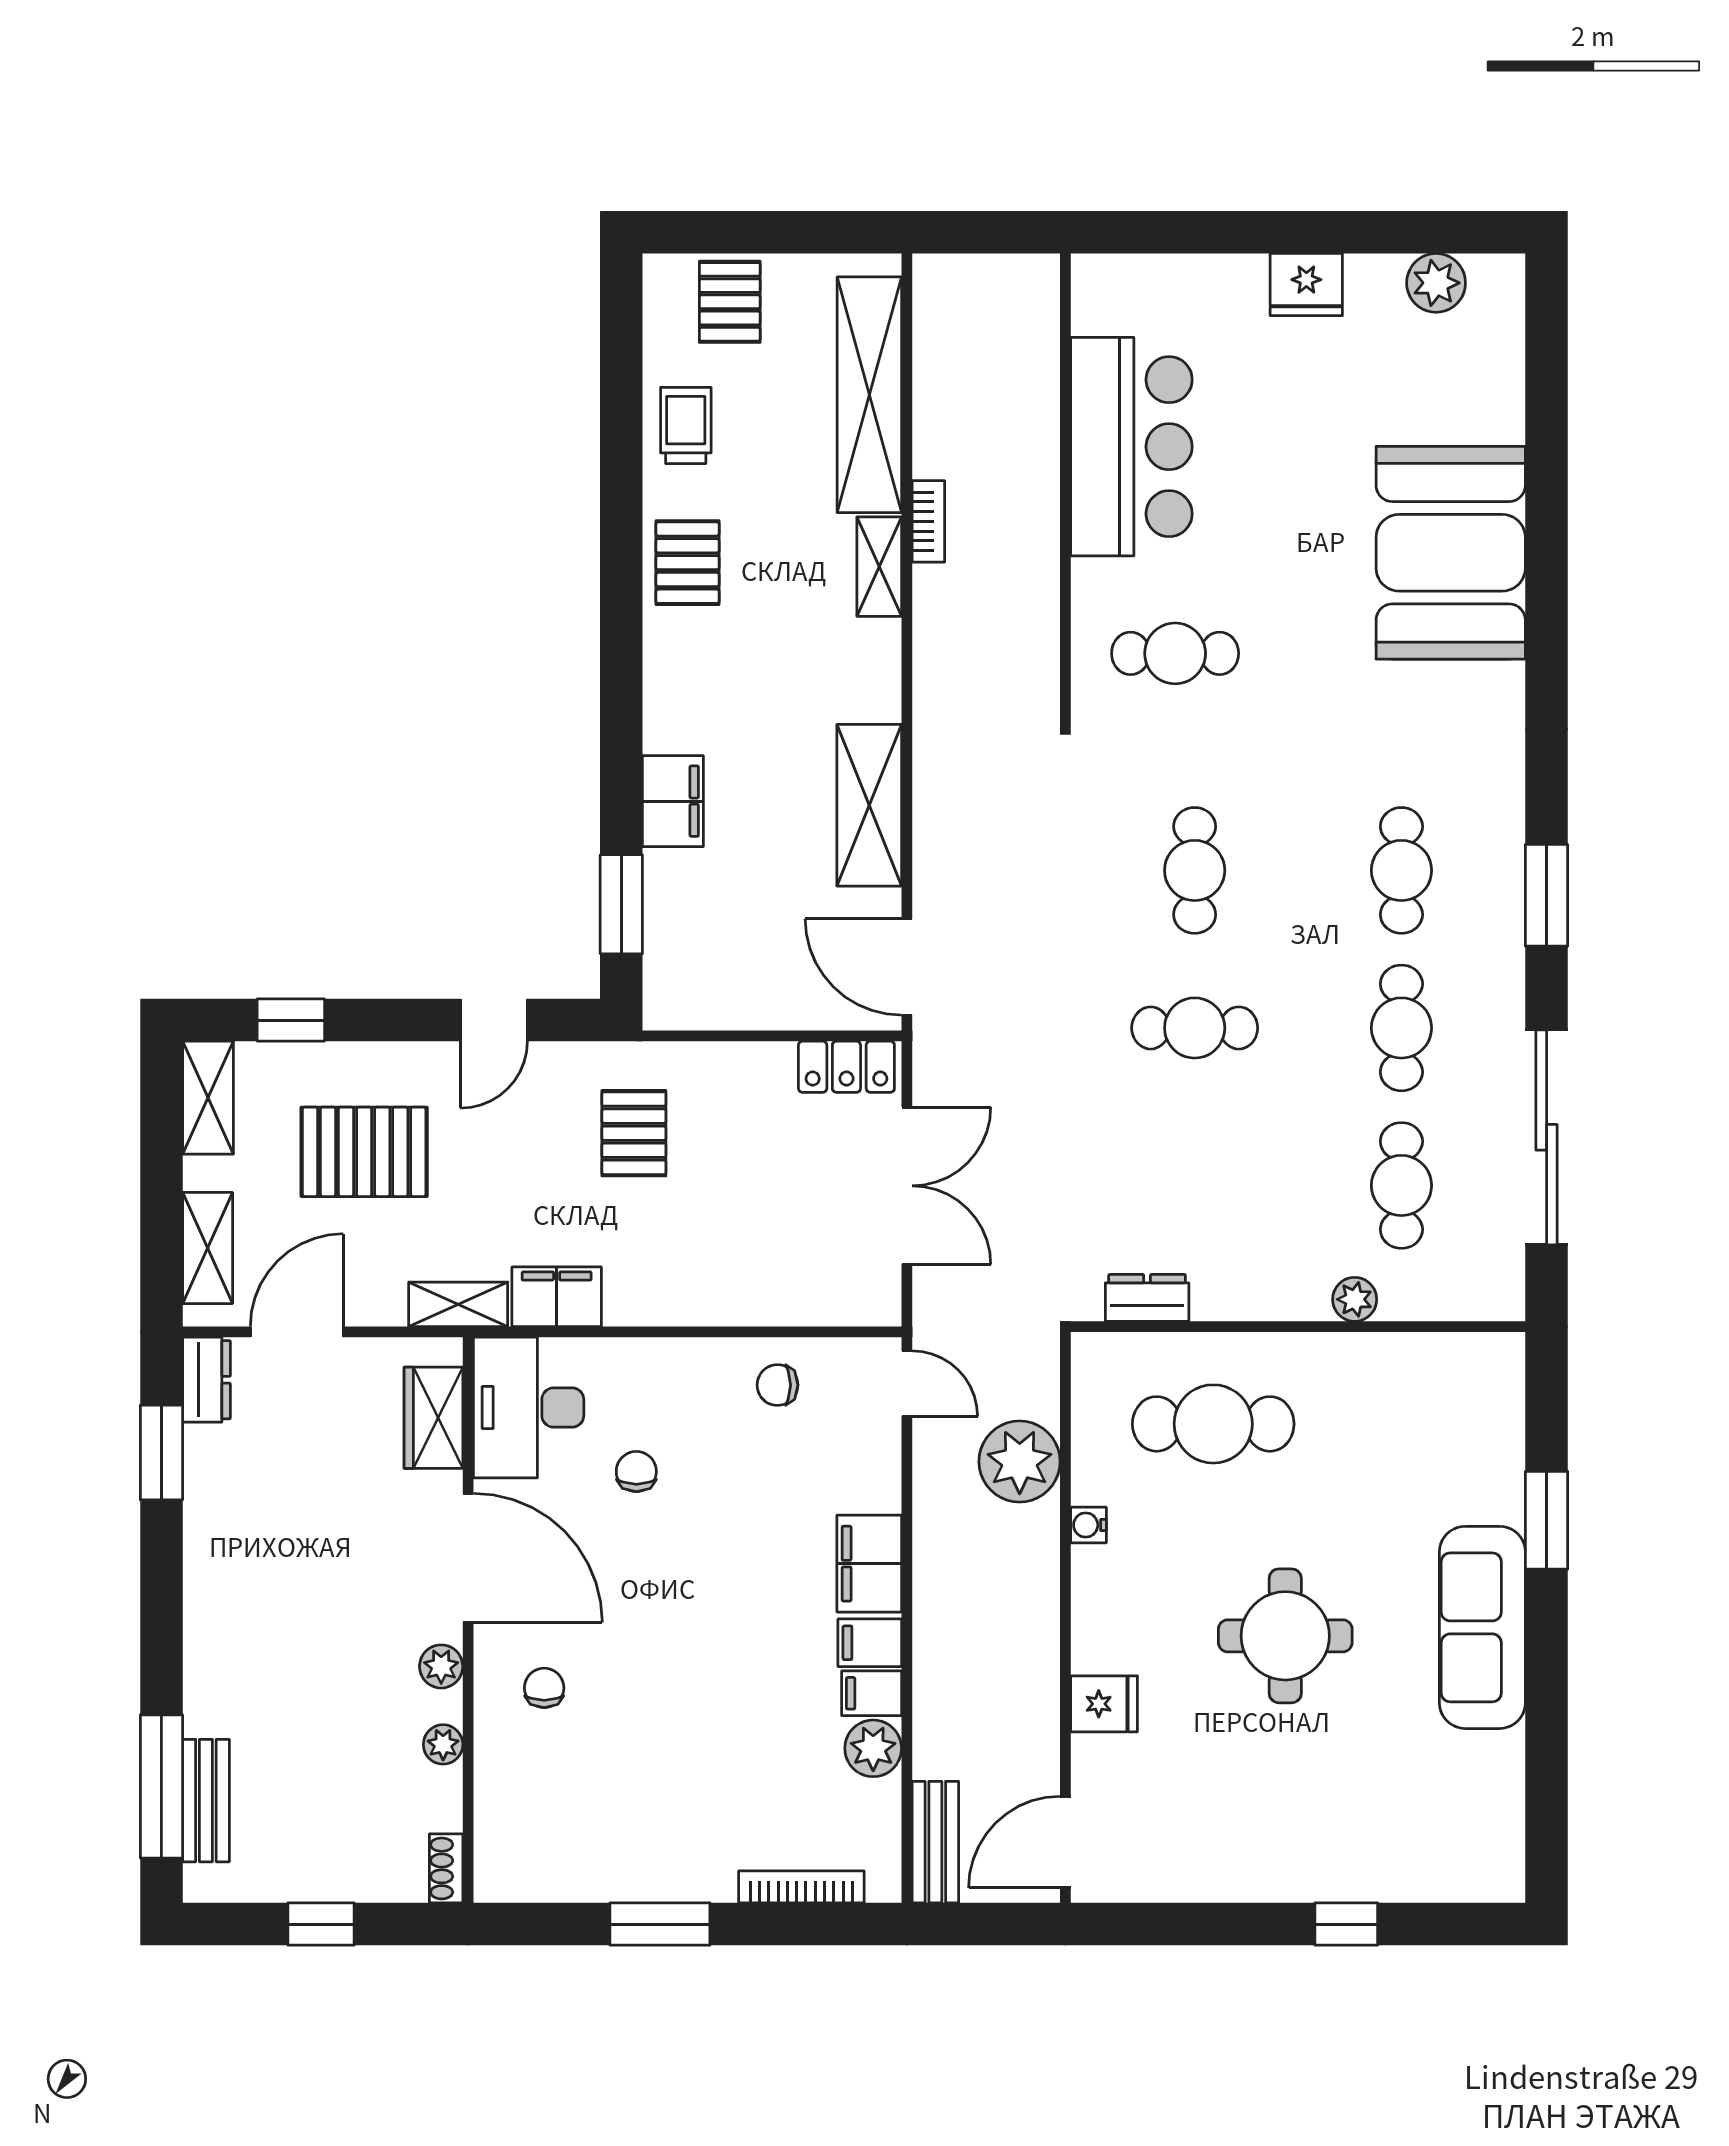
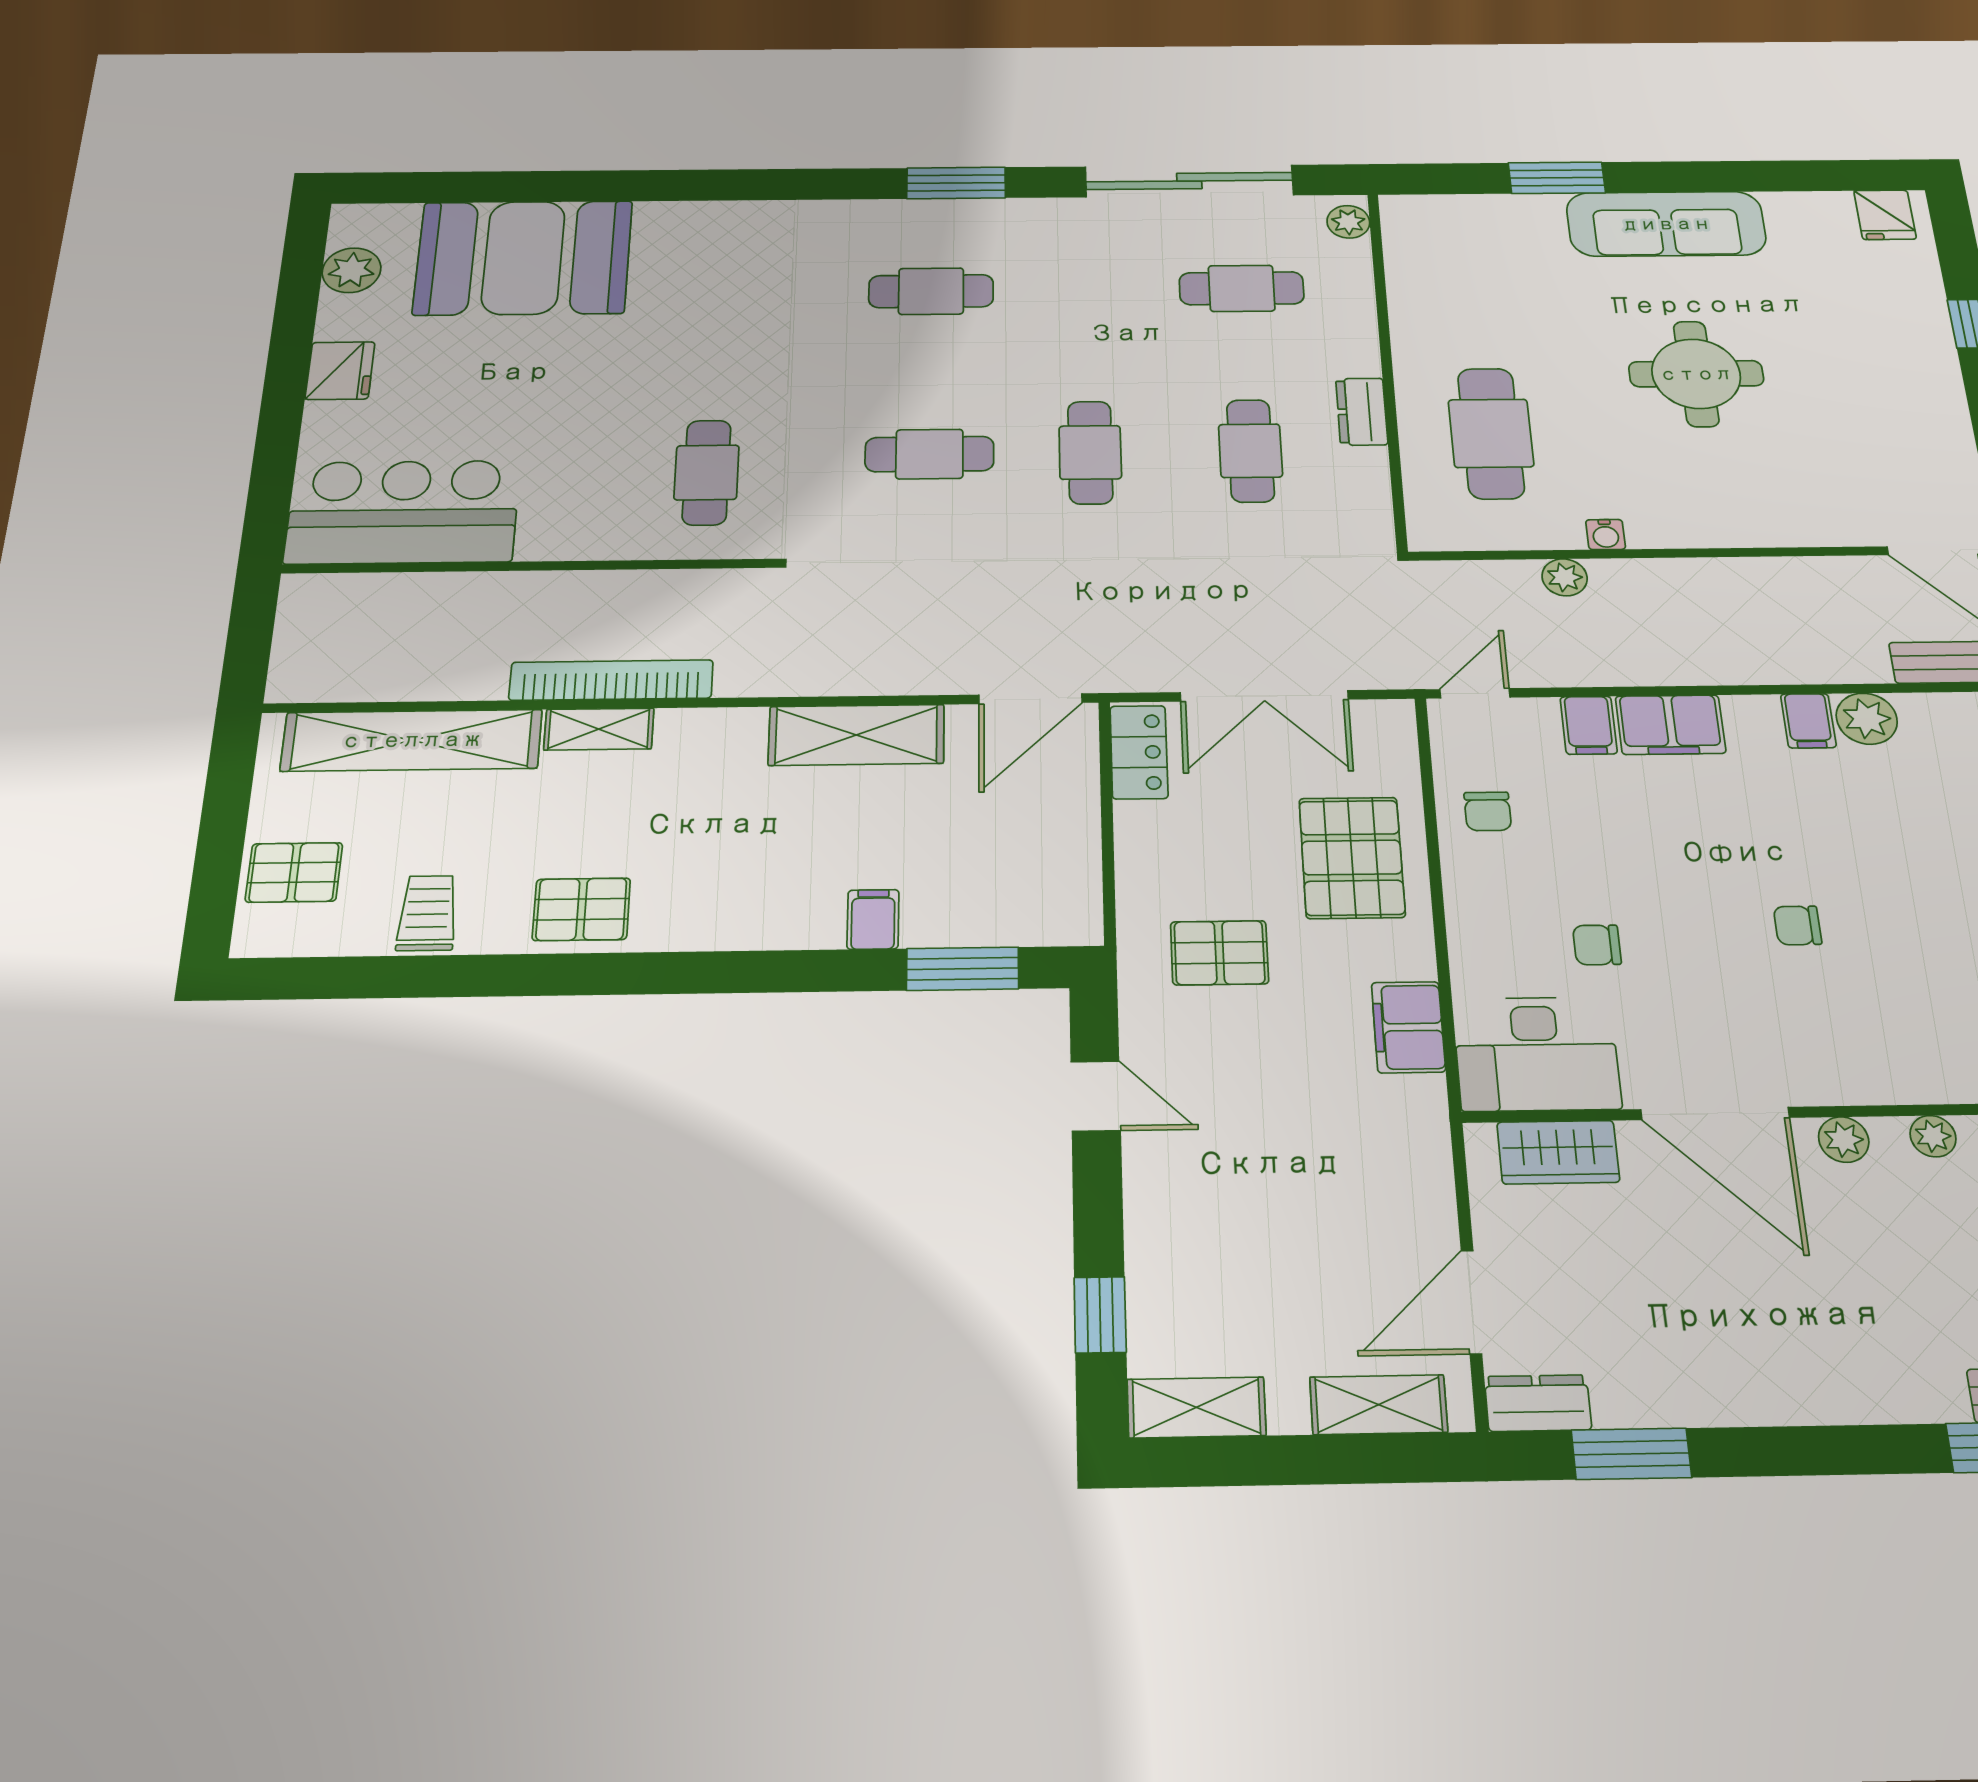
trolley: (686, 425) -> (428, 913), turned 90
bar counter: (1131, 447) -> (403, 512), moved
bookcase: (928, 521) -> (611, 680), width x2.31, depth x1.31
booth: (1451, 553) -> (523, 258), moved
filing cabinet: (673, 801) -> (873, 919), width x0.50
cafe table: (1401, 1028) -> (1250, 451), moved, turned 90
pallet: (364, 1152) -> (1352, 858), moved
double door: (907, 1186) -> (1264, 696), swing flipped
dresser: (1147, 1298) -> (1362, 412), moved
plant: (1355, 1299) -> (1348, 222), moved
shelving: (458, 1304) -> (1425, 1128), removed
door: (297, 1332) -> (1471, 1302), hinge flipped
plant: (1020, 1462) -> (1565, 577), width x0.53, depth x0.53
door: (468, 1558) -> (1715, 1113), swing flipped
filing cabinet: (870, 1643) -> (1589, 725), moved
chair: (544, 1688) -> (1798, 925), moved
fridge: (1104, 1704) -> (1885, 215), moved, turned 180

